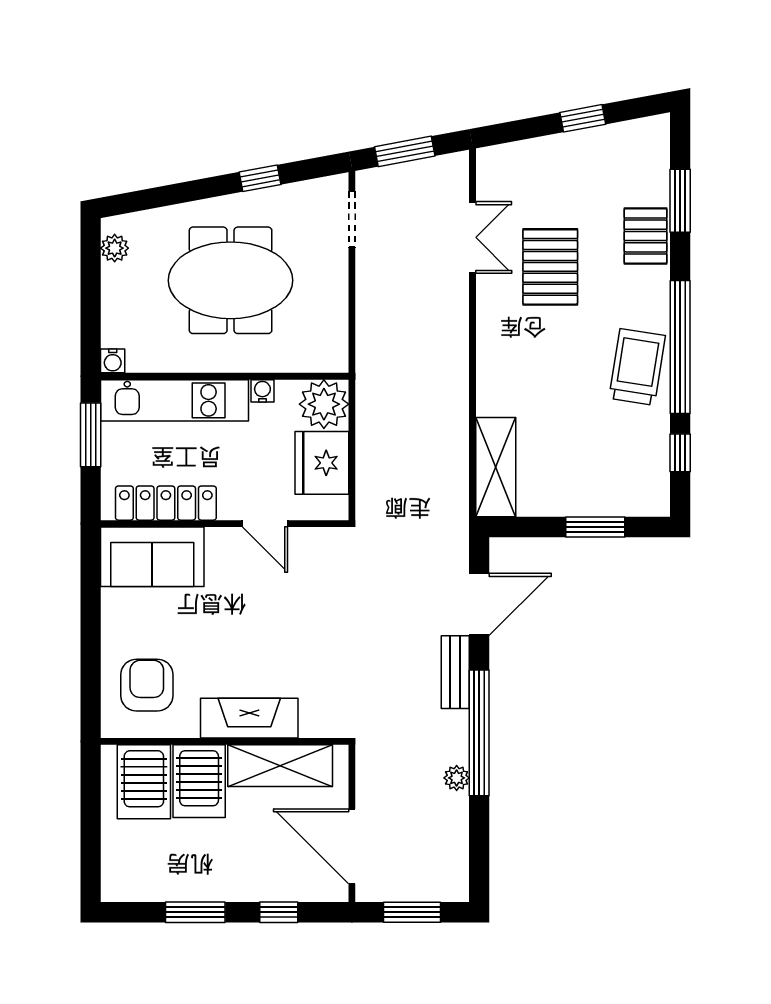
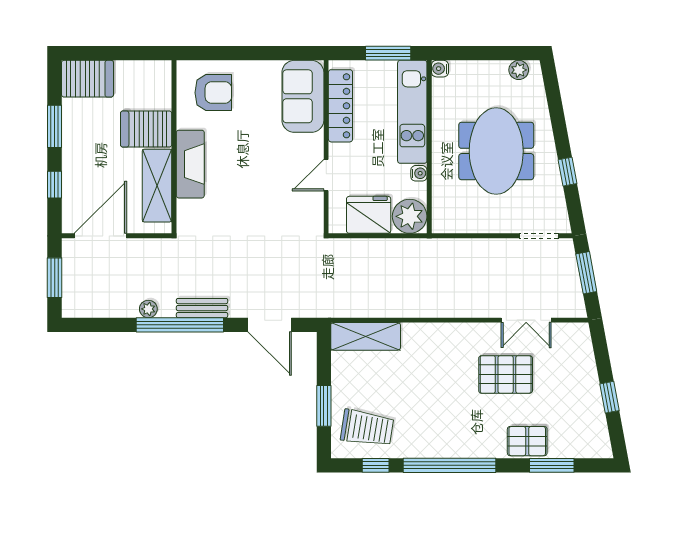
trolley: (637, 367) -> (367, 428), moved
bench: (455, 672) -> (202, 308), moved
server rack: (144, 782) -> (87, 79), moved, turned 180

